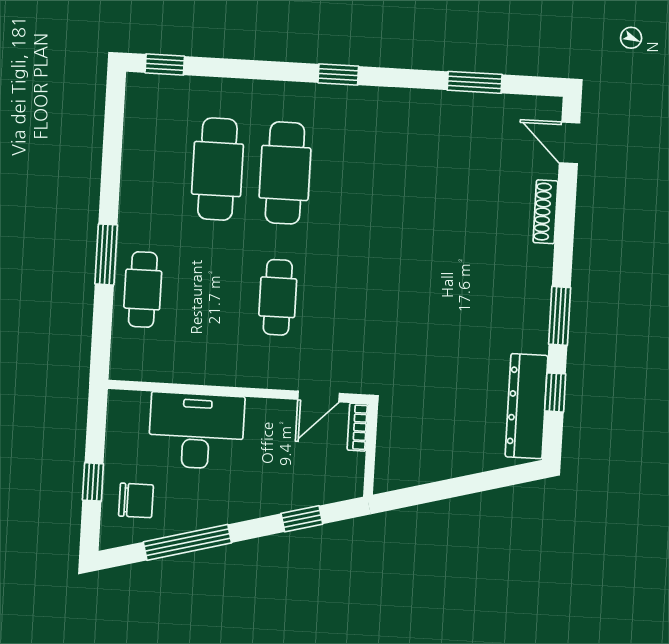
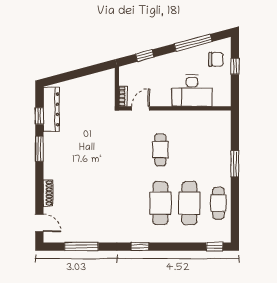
window: (475, 82) -> (81, 247), width x1.44
cafe table: (143, 290) -> (218, 203), moved
chair: (136, 500) -> (216, 59), turned 180

